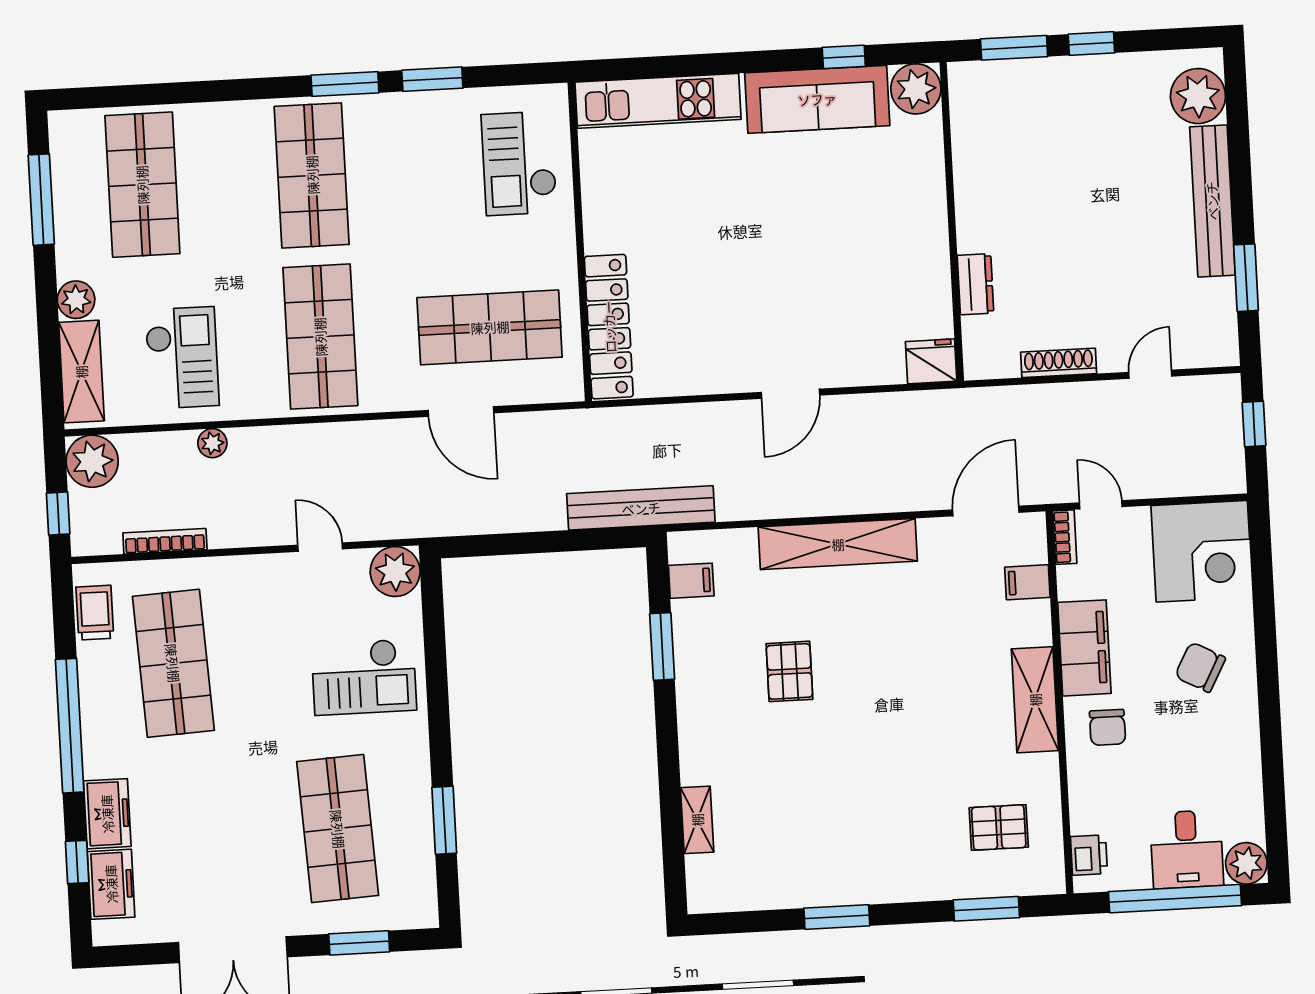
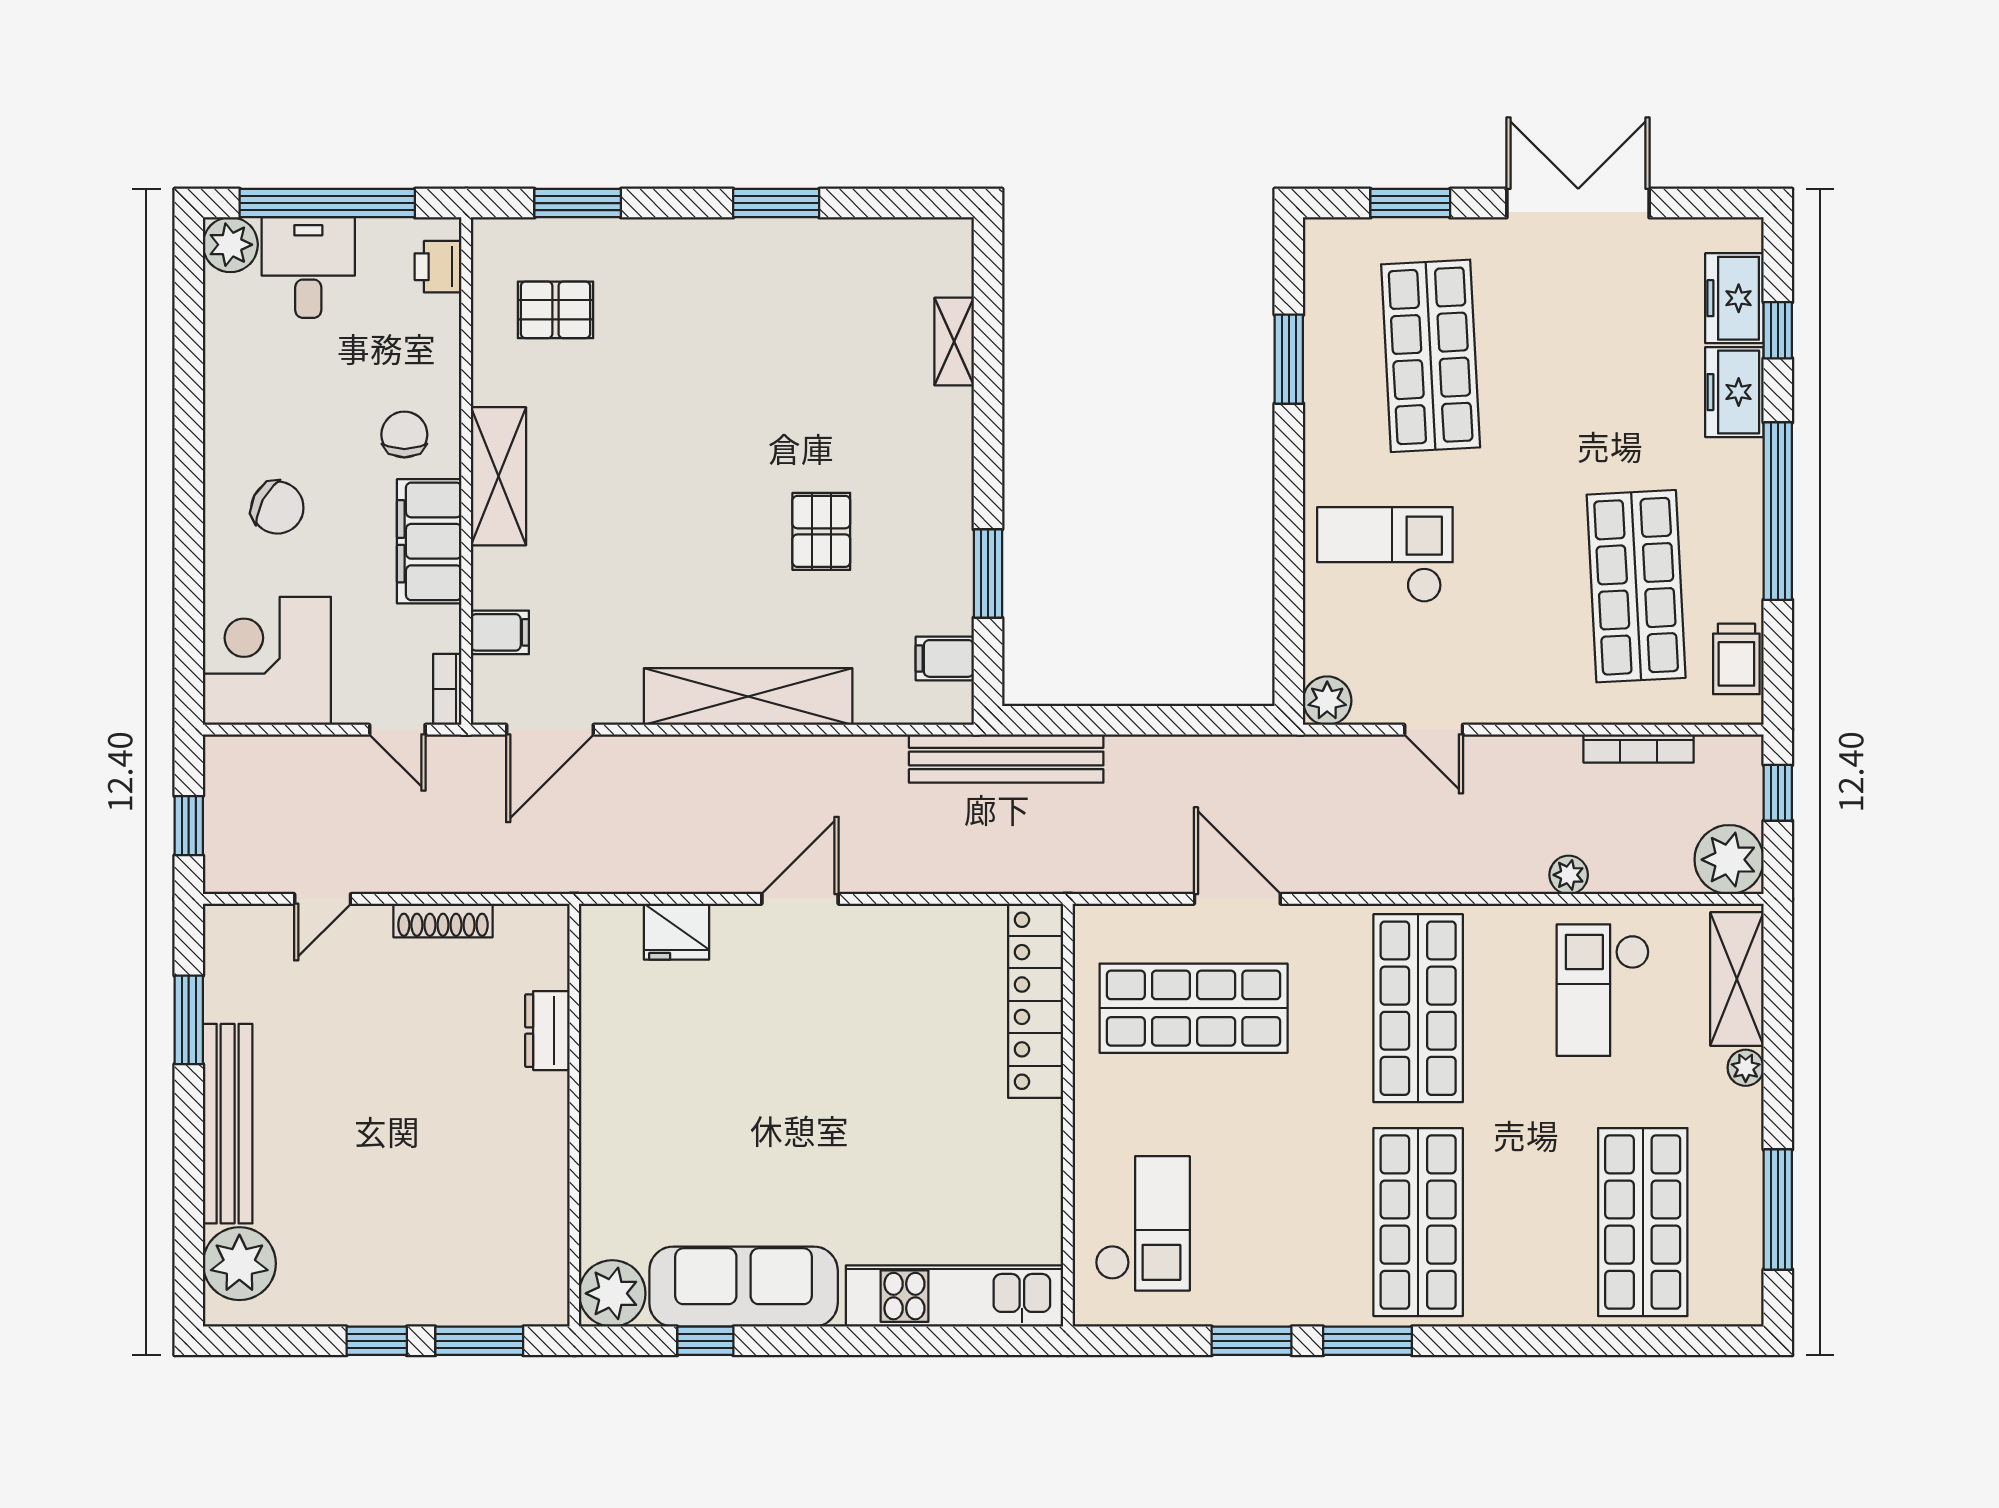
plant: (76, 300) -> (1746, 1068), width x0.73, depth x0.73
fridge: (931, 361) -> (677, 932), moved
plant: (395, 572) -> (1327, 701), width x0.73, depth x0.73

